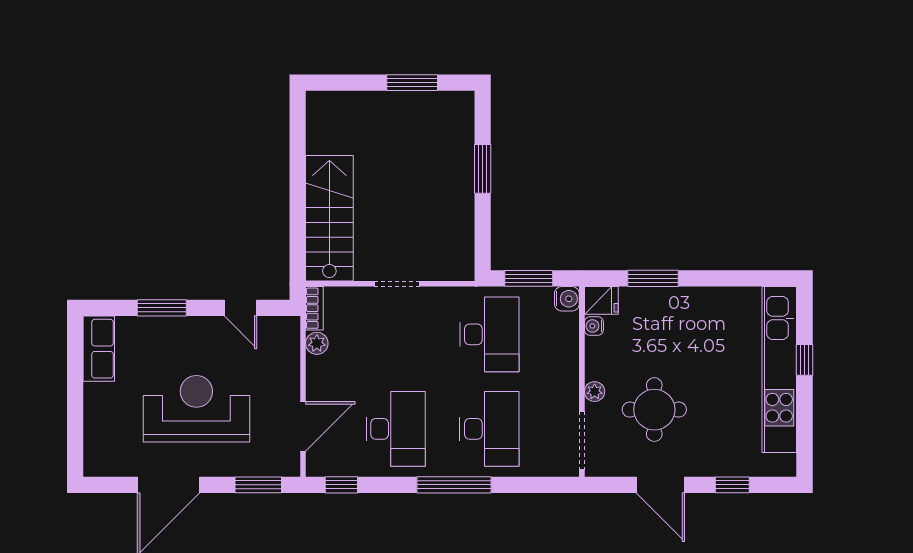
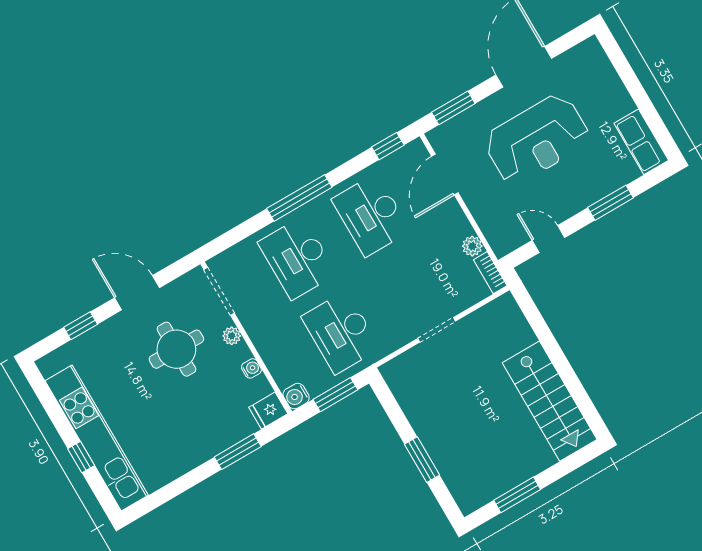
stairs: (329, 218) -> (550, 401), moved
water cooler: (594, 326) -> (251, 368), moved

